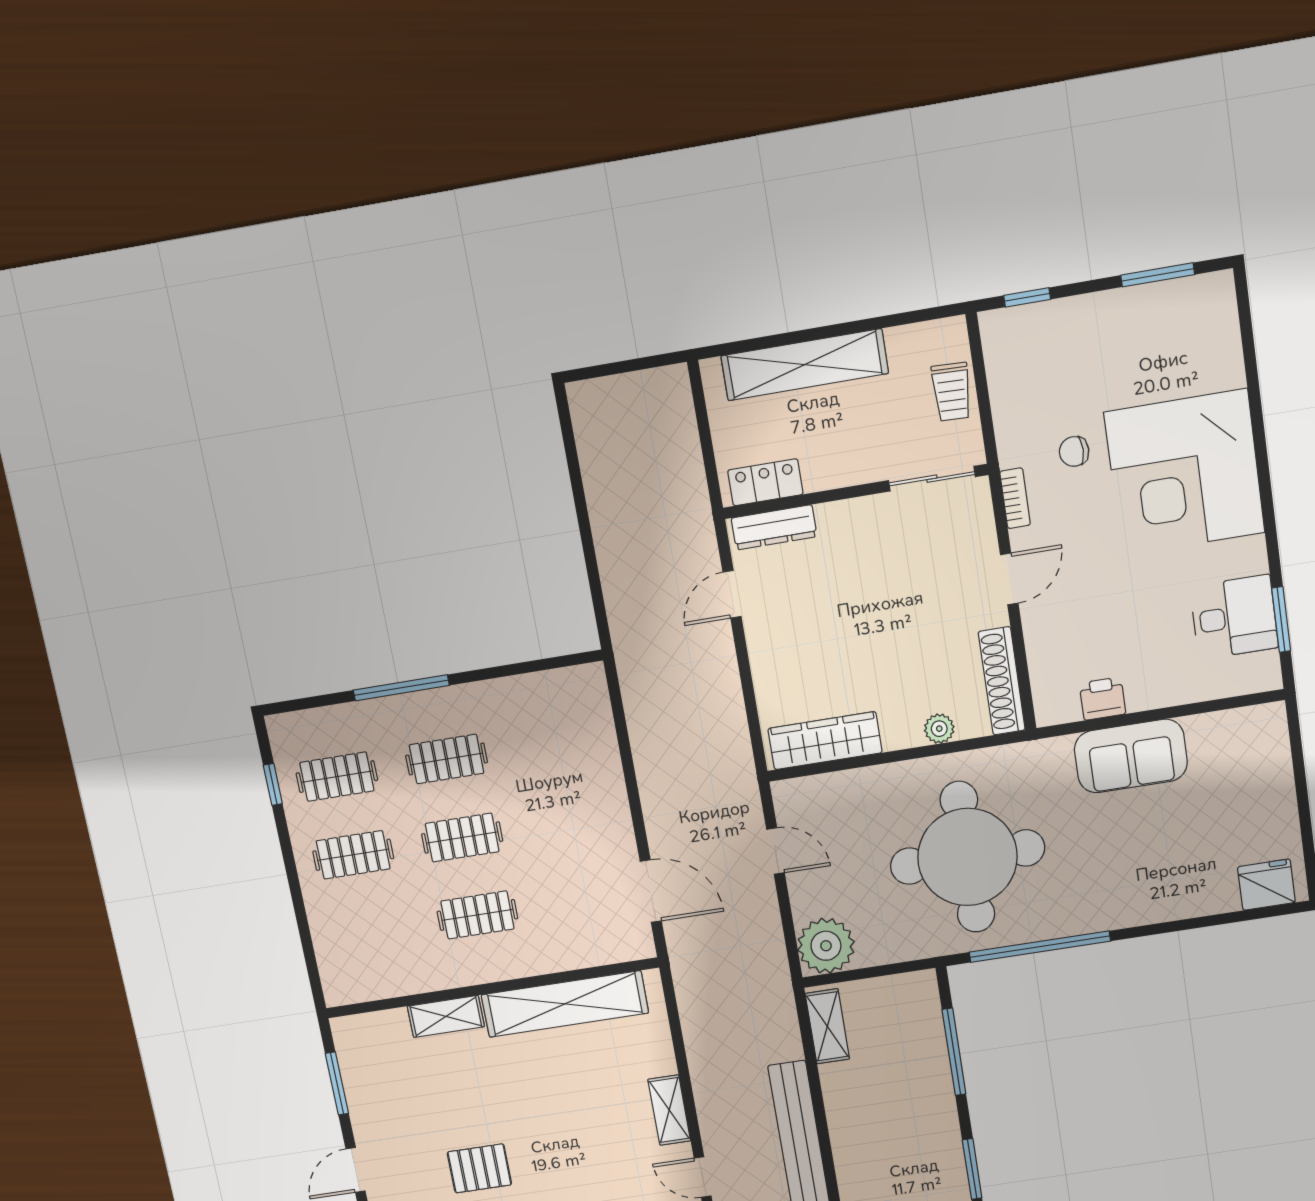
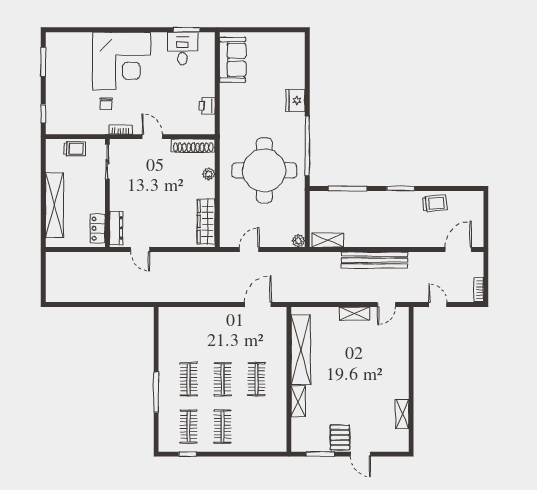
sofa: (1131, 756) -> (233, 60), moved
fridge: (1266, 885) -> (296, 100), moved
plant: (826, 946) -> (299, 241), width x0.53, depth x0.53
pallet: (479, 1168) -> (340, 438), moved

